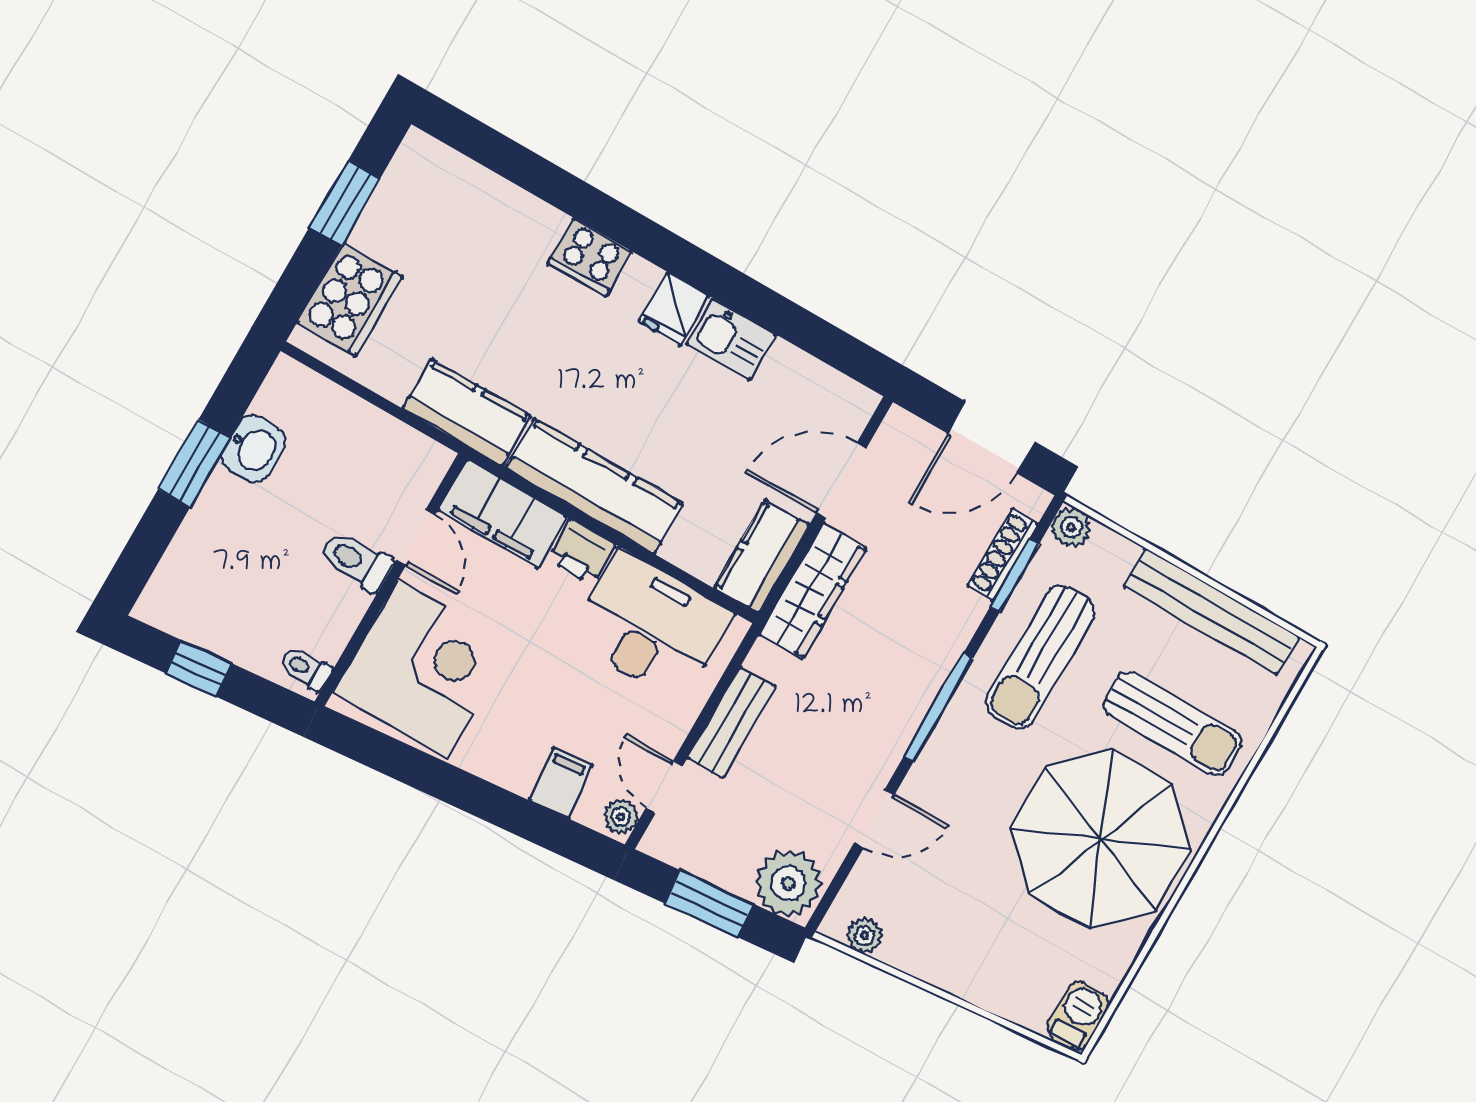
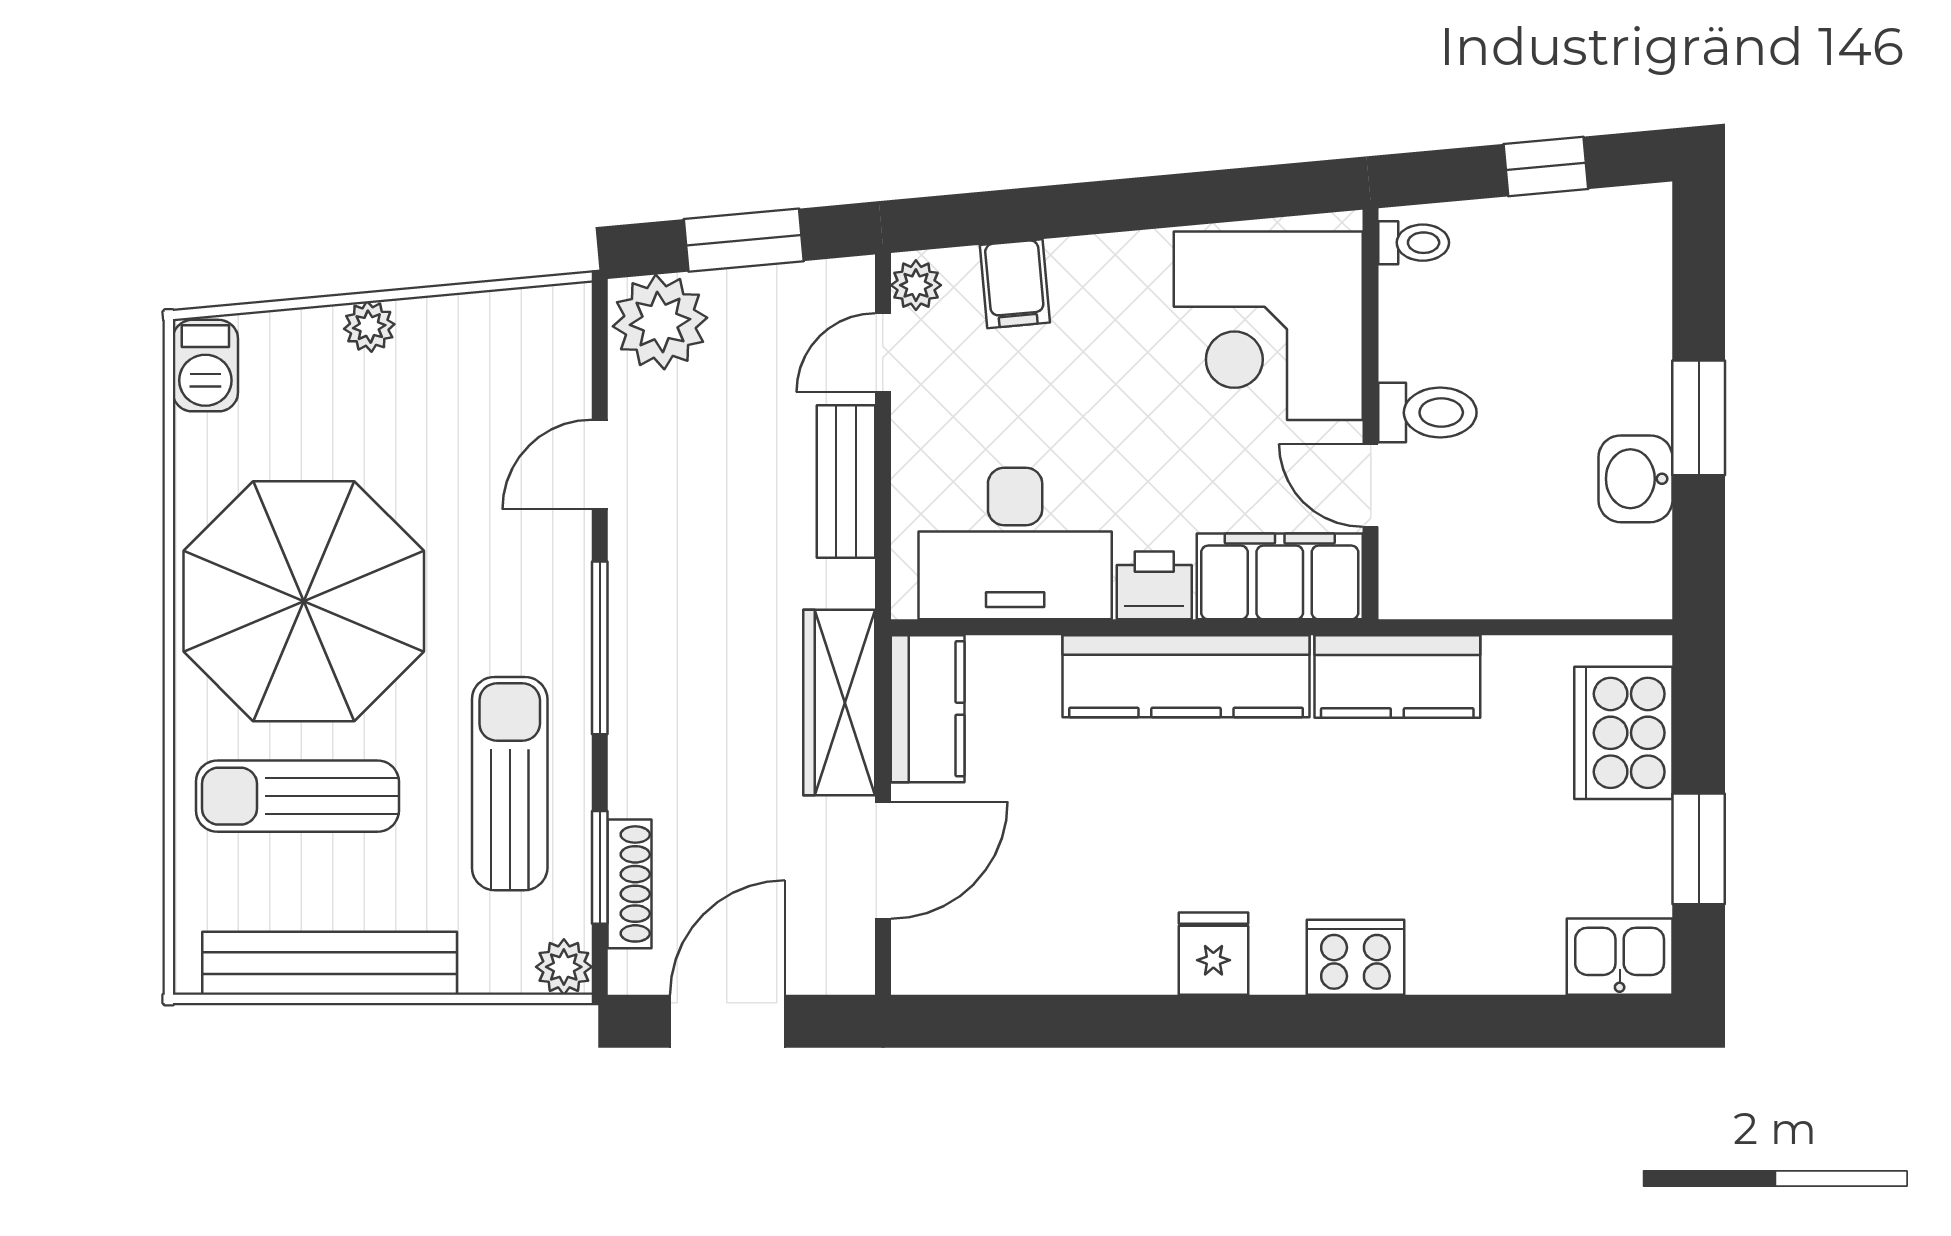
kitchen sink: (731, 339) -> (1620, 957), moved
door: (664, 787) -> (883, 353), swing flipped
plant: (864, 935) -> (369, 327), moved

